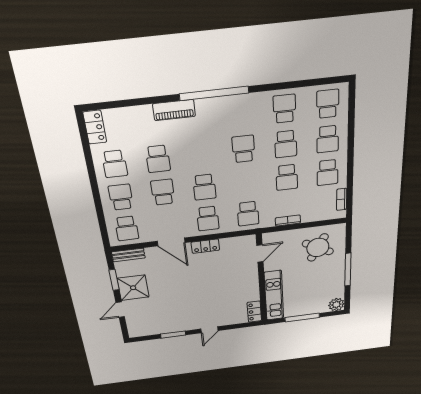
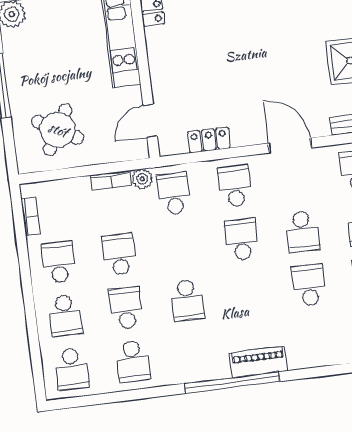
piano: (174, 110) -> (258, 362), moved
school desk: (328, 139) -> (65, 316), turned 180
plant: (268, 222) -> (142, 179), added
locker: (205, 246) -> (209, 140), moved

